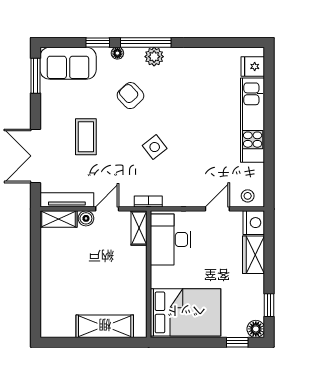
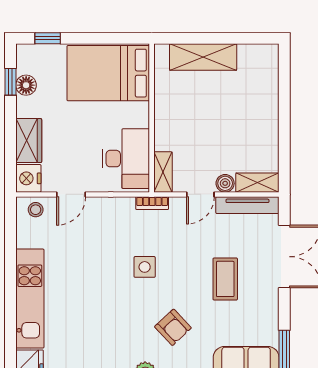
side table: (155, 147) -> (145, 267), turned 38
floor lamp: (256, 329) -> (26, 85), moved

